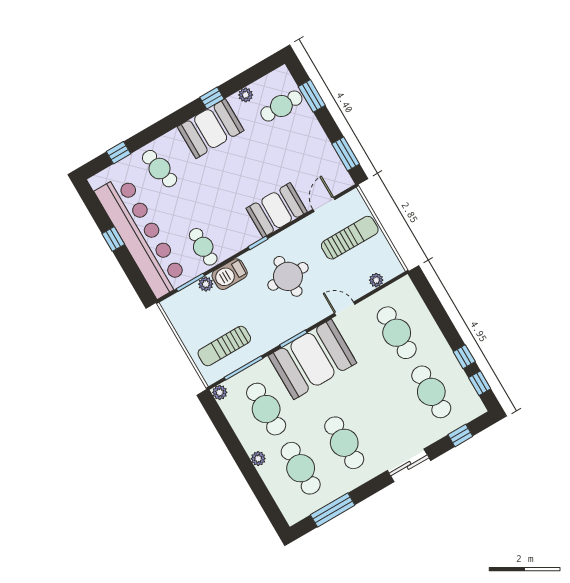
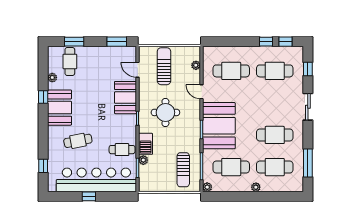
cafe table: (160, 169) -> (78, 141), moved
door: (345, 309) -> (201, 92), hinge flipped

